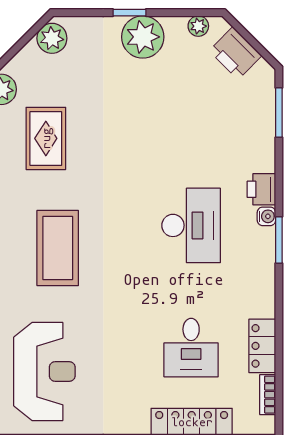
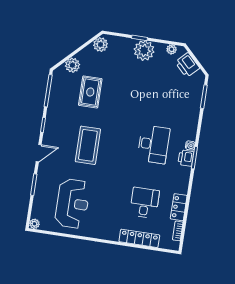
printer: (261, 189) -> (186, 158), moved
desk: (191, 348) -> (144, 203), turned 180

